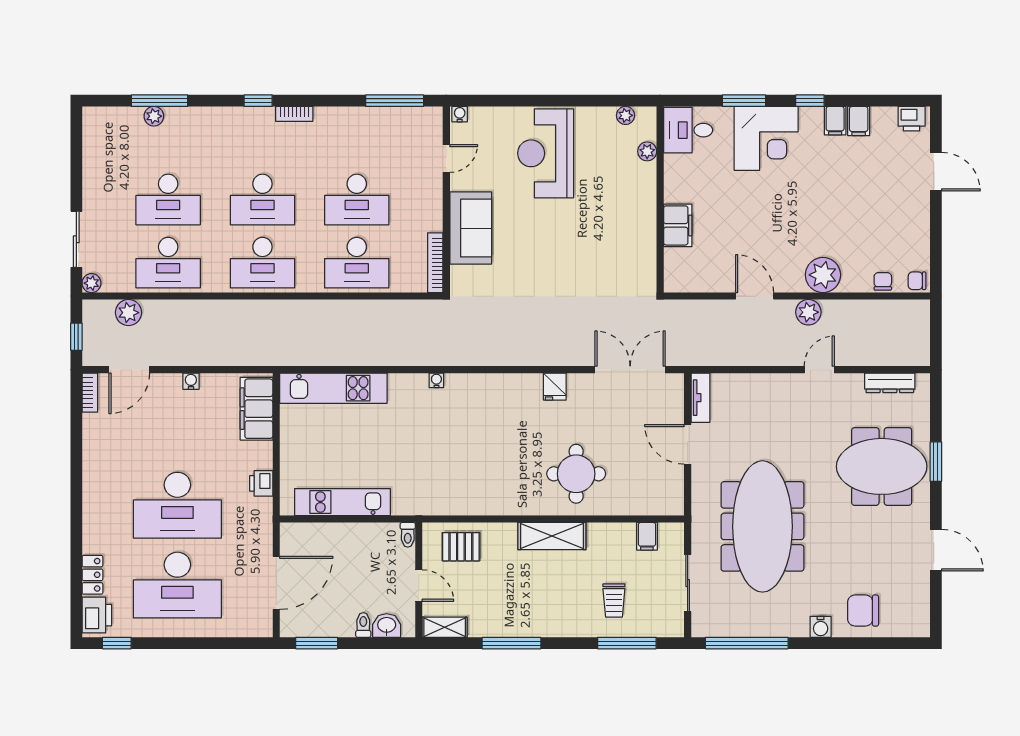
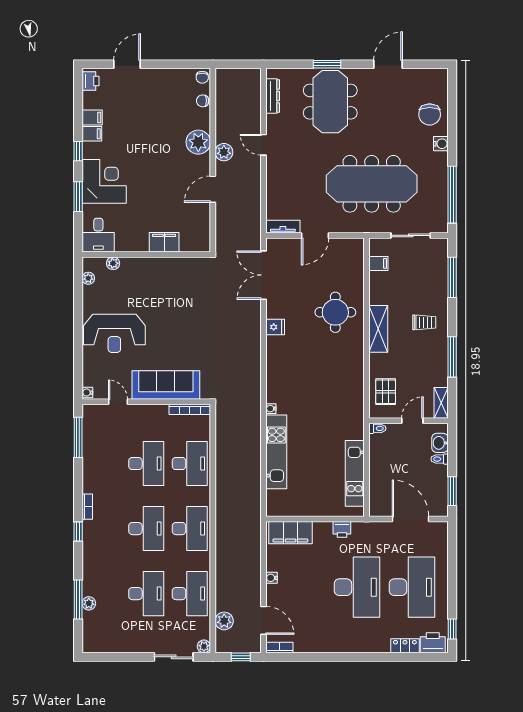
sofa: (471, 228) -> (166, 385), width x1.36
kitchen unit: (333, 388) -> (276, 452), moved
trolley: (614, 601) -> (424, 322), moved

